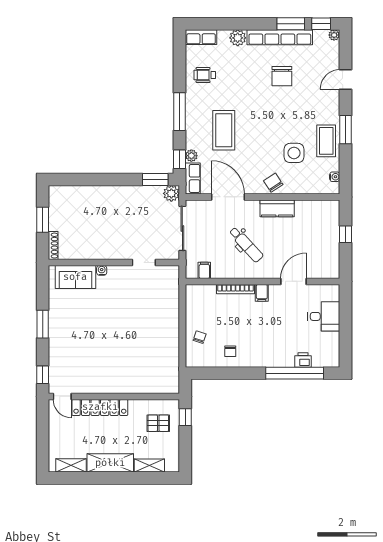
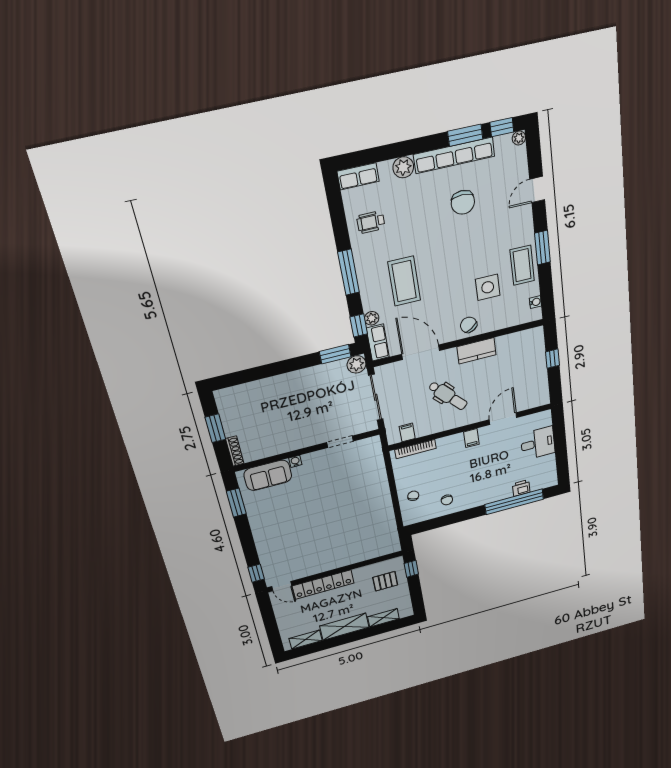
bookcase: (236, 289) -> (415, 449), moved
window: (43, 324) -> (236, 503), moved

